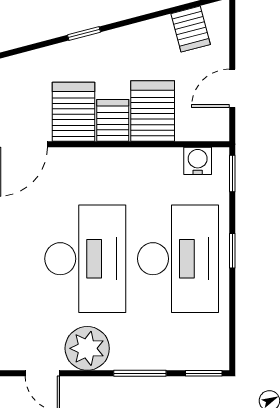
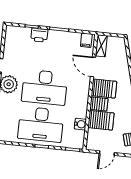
door: (232, 88) -> (107, 153), swing flipped
water cooler: (198, 161) -> (80, 124), moved

